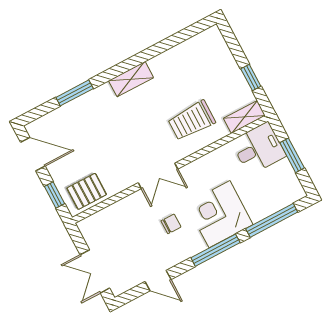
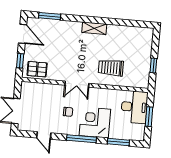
window: (75, 93) -> (50, 16), moved
shelving: (244, 117) -> (138, 83), removed
desk: (258, 149) -> (134, 107), width x1.37
window: (272, 220) -> (118, 142), width x0.69

